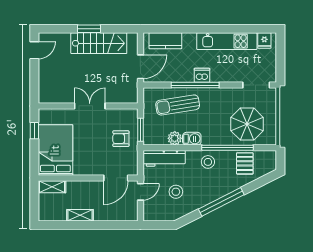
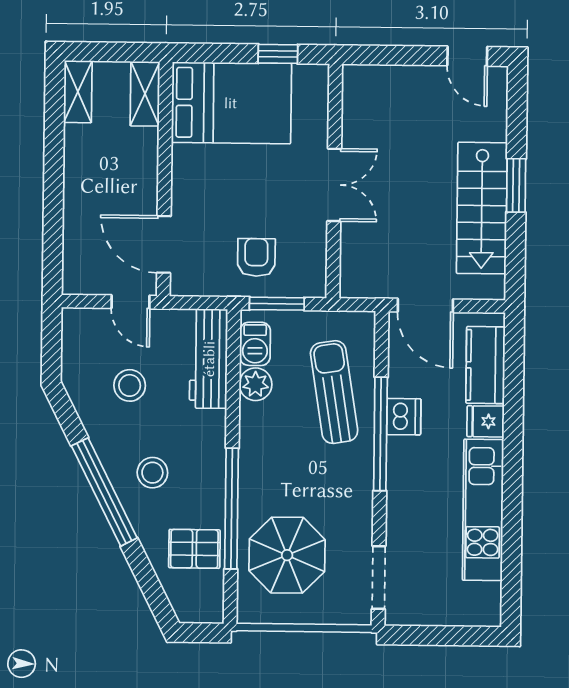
fridge: (264, 41) -> (486, 421), moved
dishwasher: (202, 75) -> (404, 417), moved
barbecue: (192, 139) -> (255, 344), moved
stool: (208, 162) -> (152, 473), moved
shelving: (80, 215) -> (78, 92), moved

